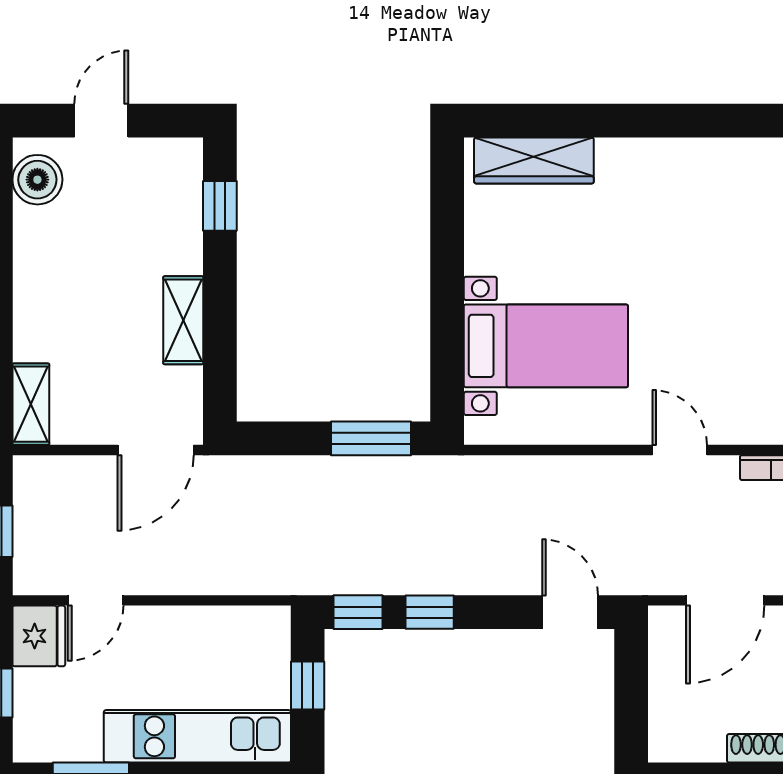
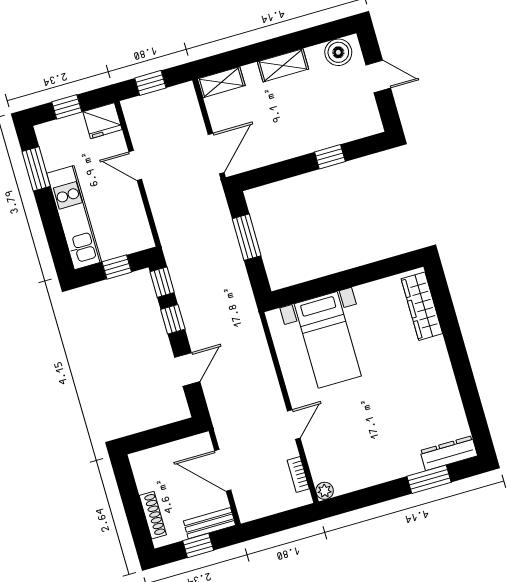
window: (220, 206) -> (330, 157), moved
shelving: (183, 320) -> (283, 65), moved
window: (371, 438) -> (247, 237), moved
door: (156, 450) -> (216, 153), swing flipped
door: (96, 600) -> (135, 166), moved
door: (570, 612) -> (187, 369), moved

